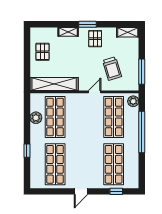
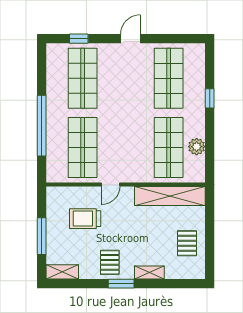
trolley: (112, 69) -> (85, 219), turned -73
window: (142, 72) -> (42, 236), moved
plant: (133, 101) -> (54, 171), removed

